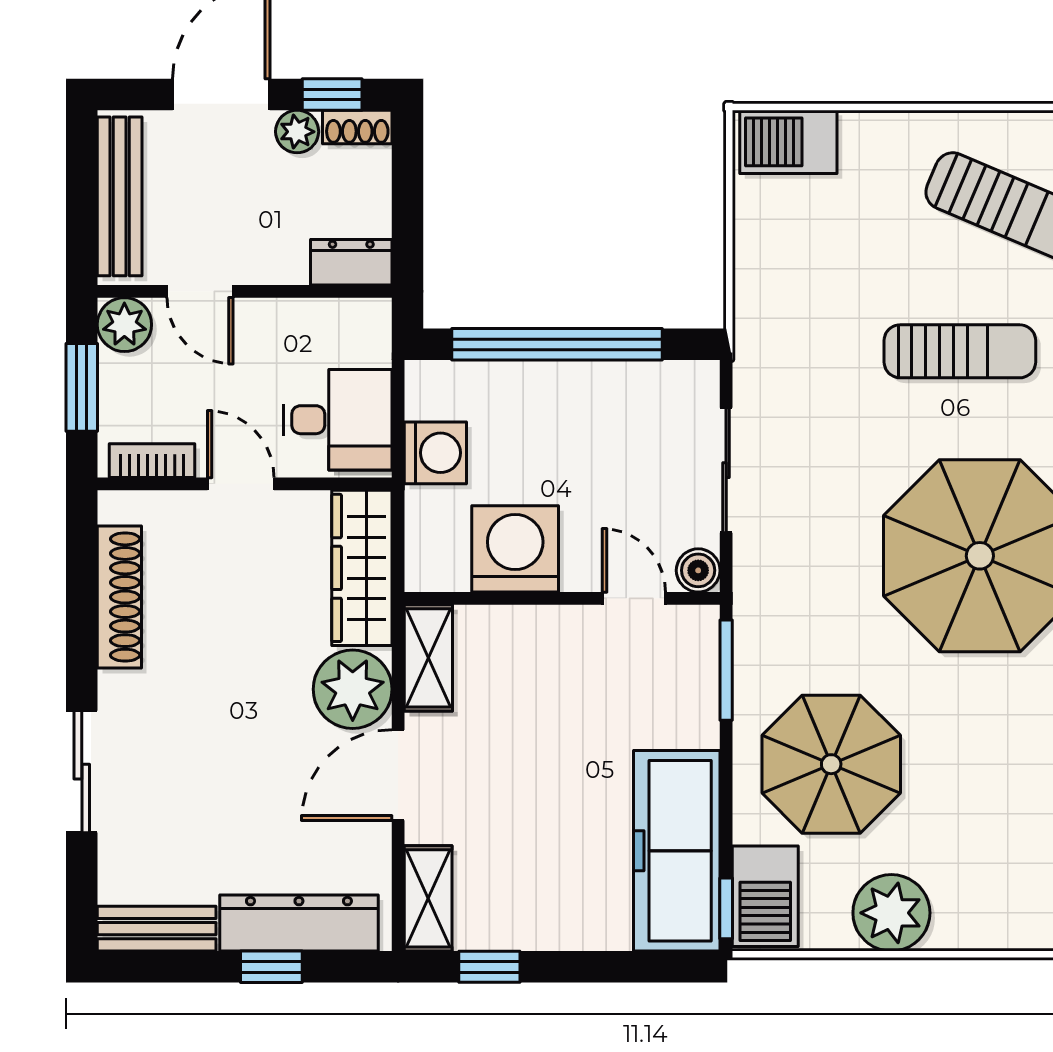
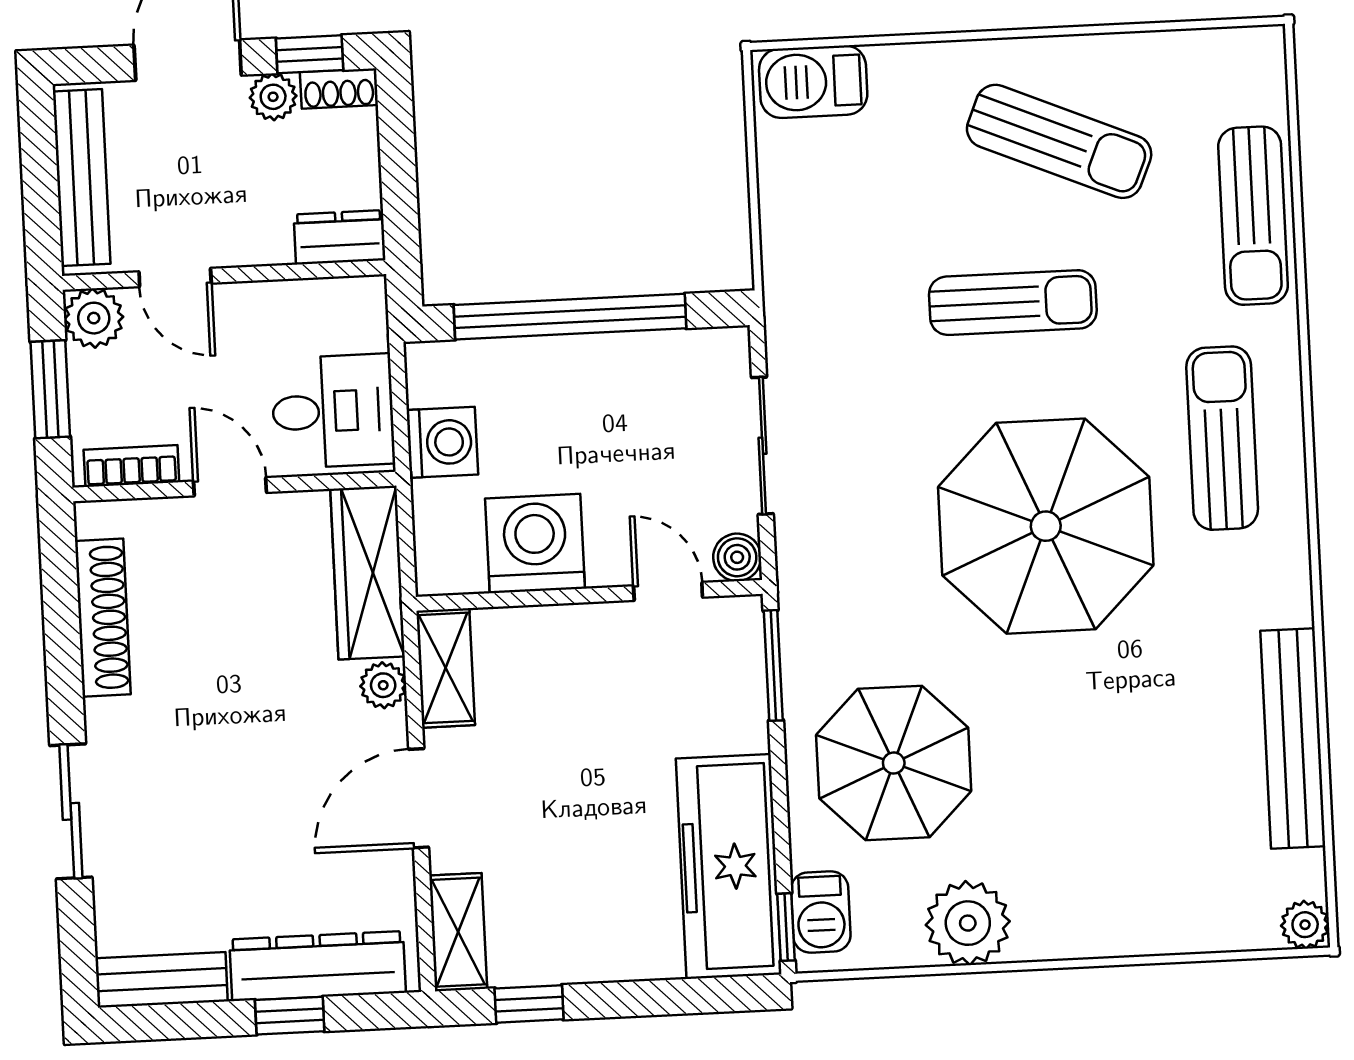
plant: (353, 689) -> (383, 685), width x0.53, depth x0.53
barbecue: (765, 896) -> (821, 912), width x0.73, depth x0.79

